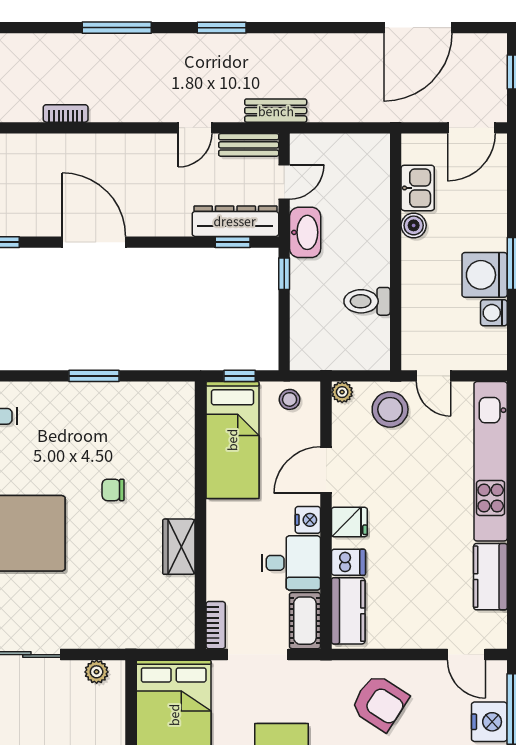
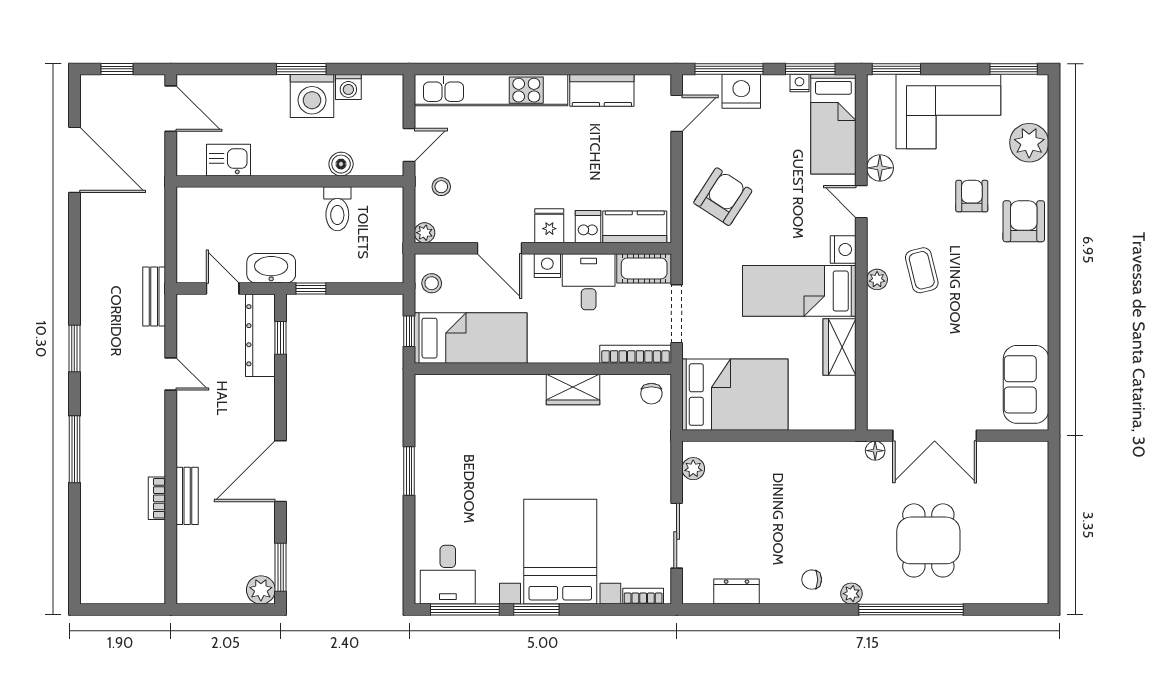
bench: (249, 145) -> (187, 496), moved
boiler: (414, 225) -> (341, 164), moved
stool: (390, 409) -> (441, 187), width x0.53, depth x0.53
chair: (113, 490) -> (651, 394), moved
bookcase: (216, 625) -> (636, 354), width x1.56

